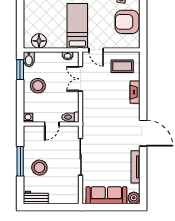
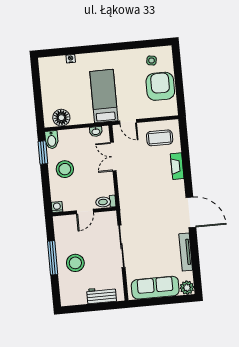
armchair: (127, 22) -> (160, 86), turned 90
workbench: (36, 198) -> (102, 295), moved

